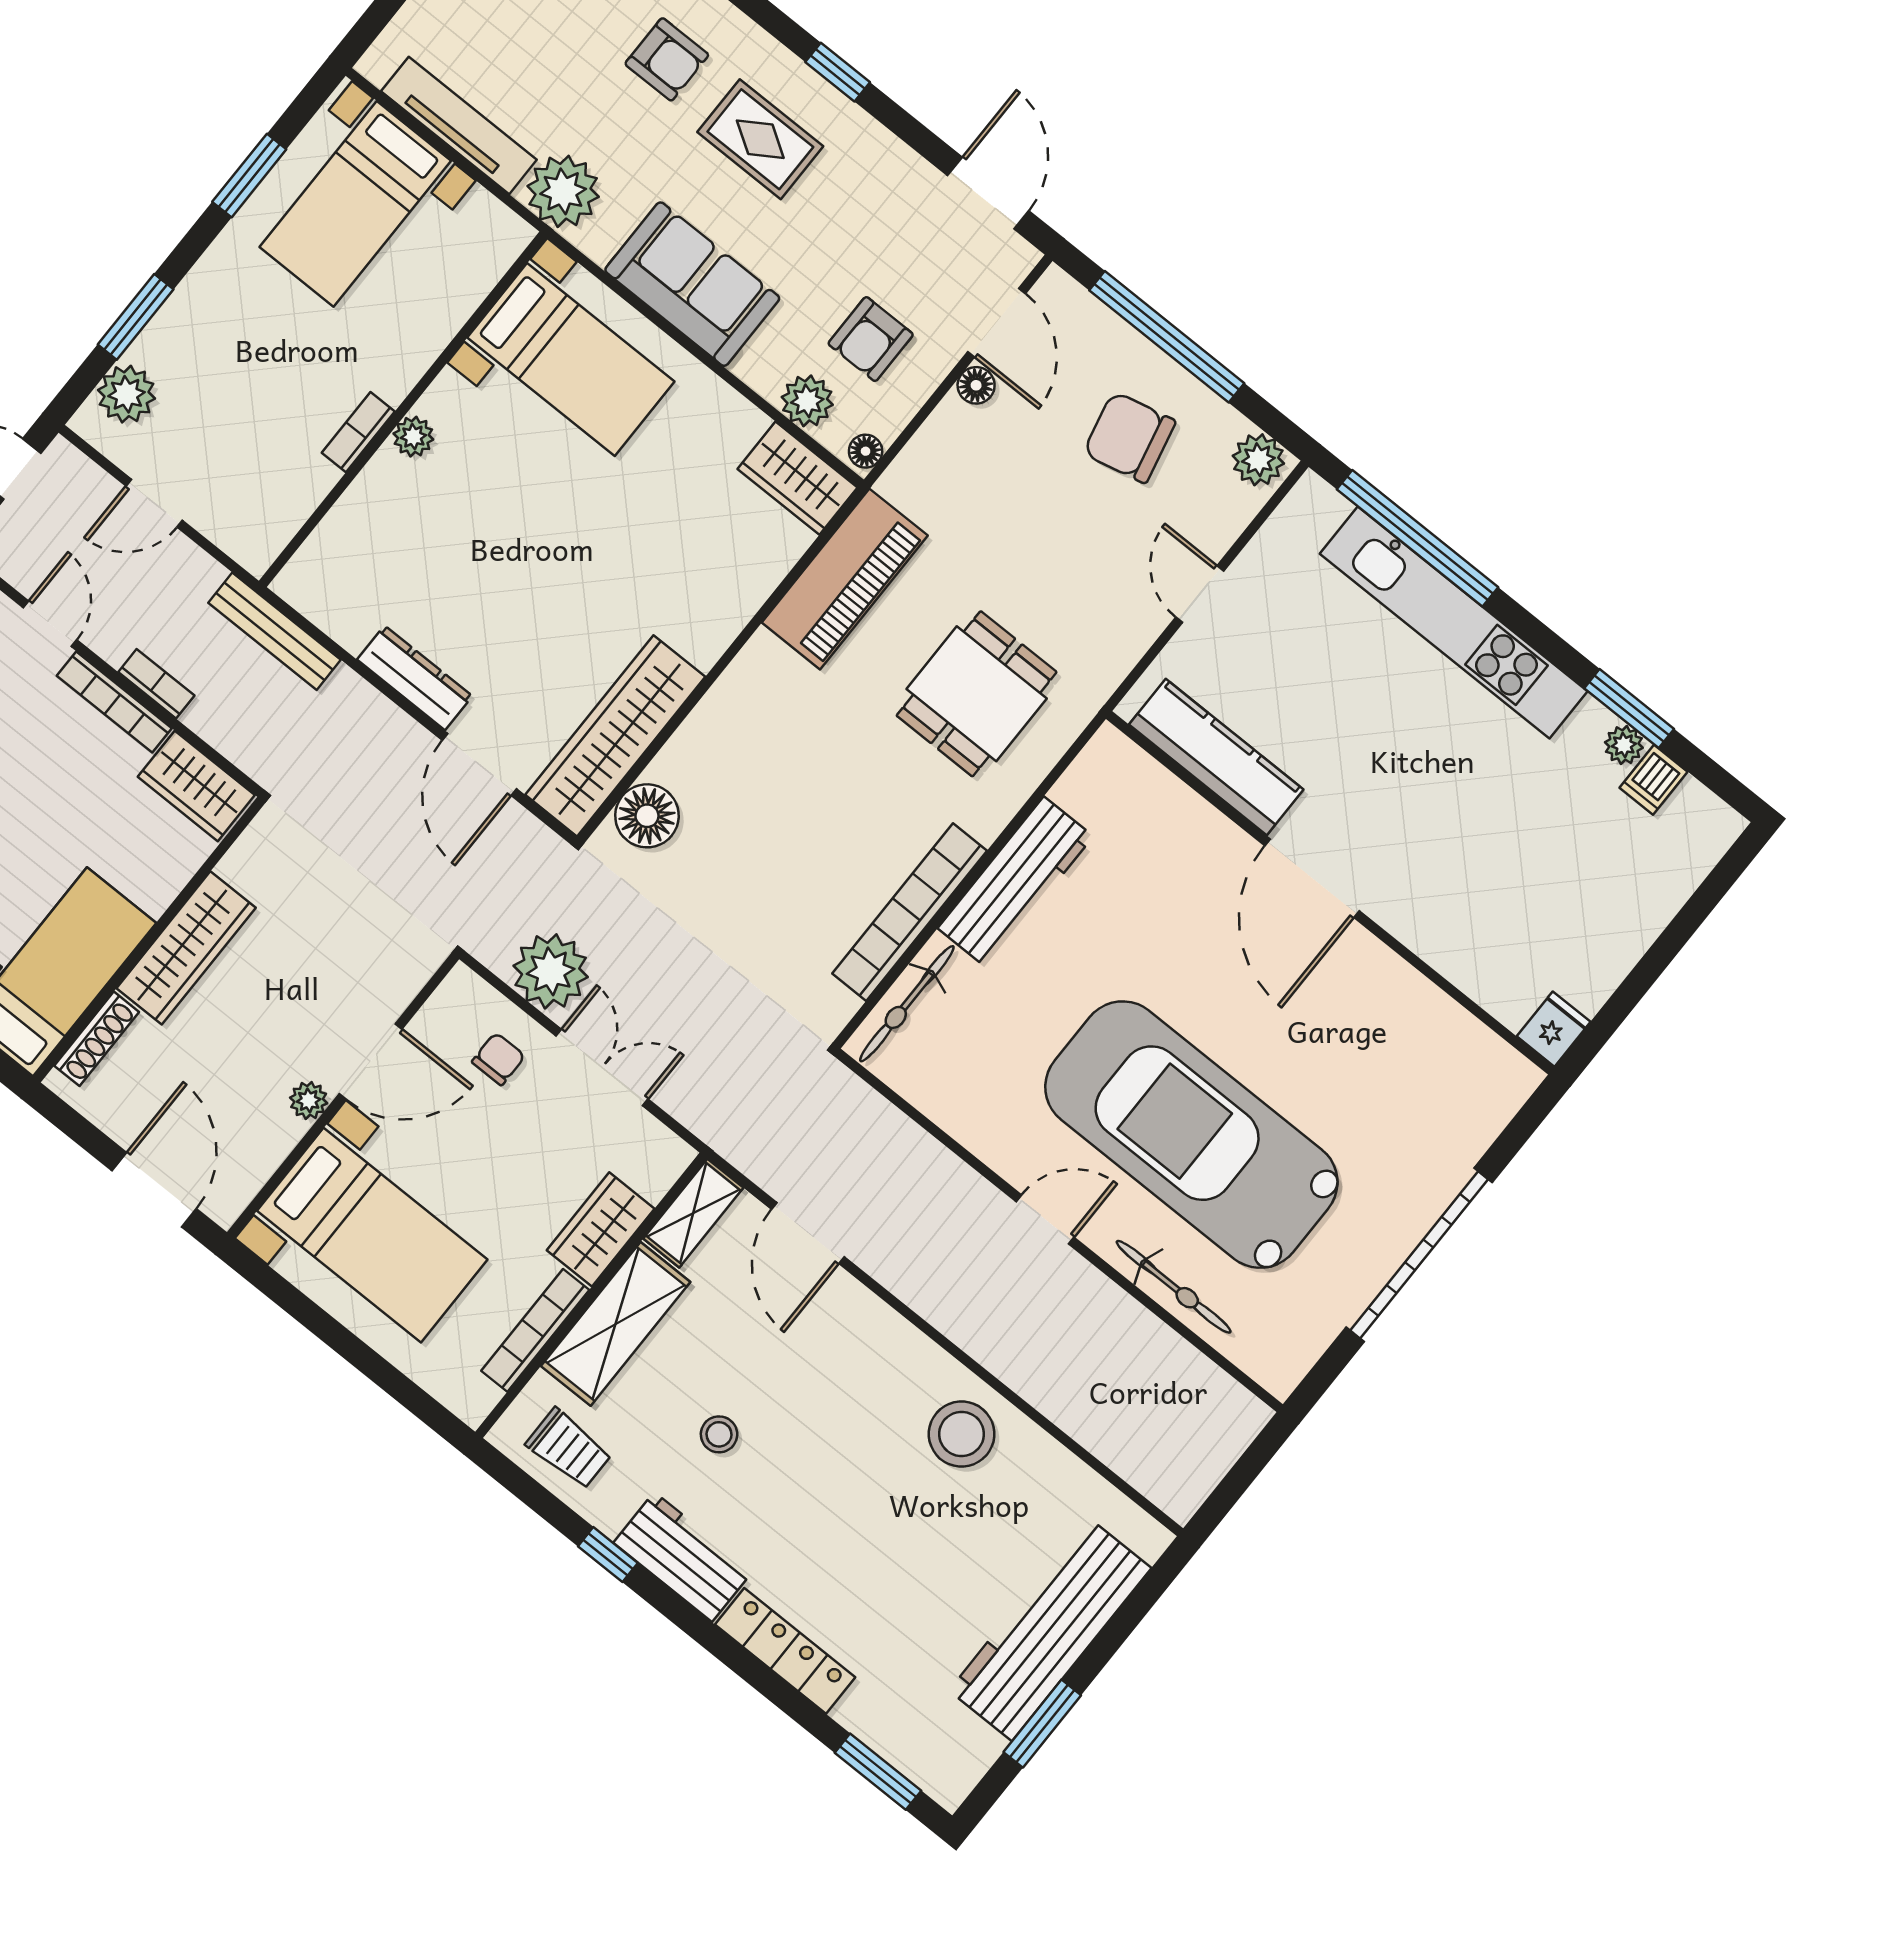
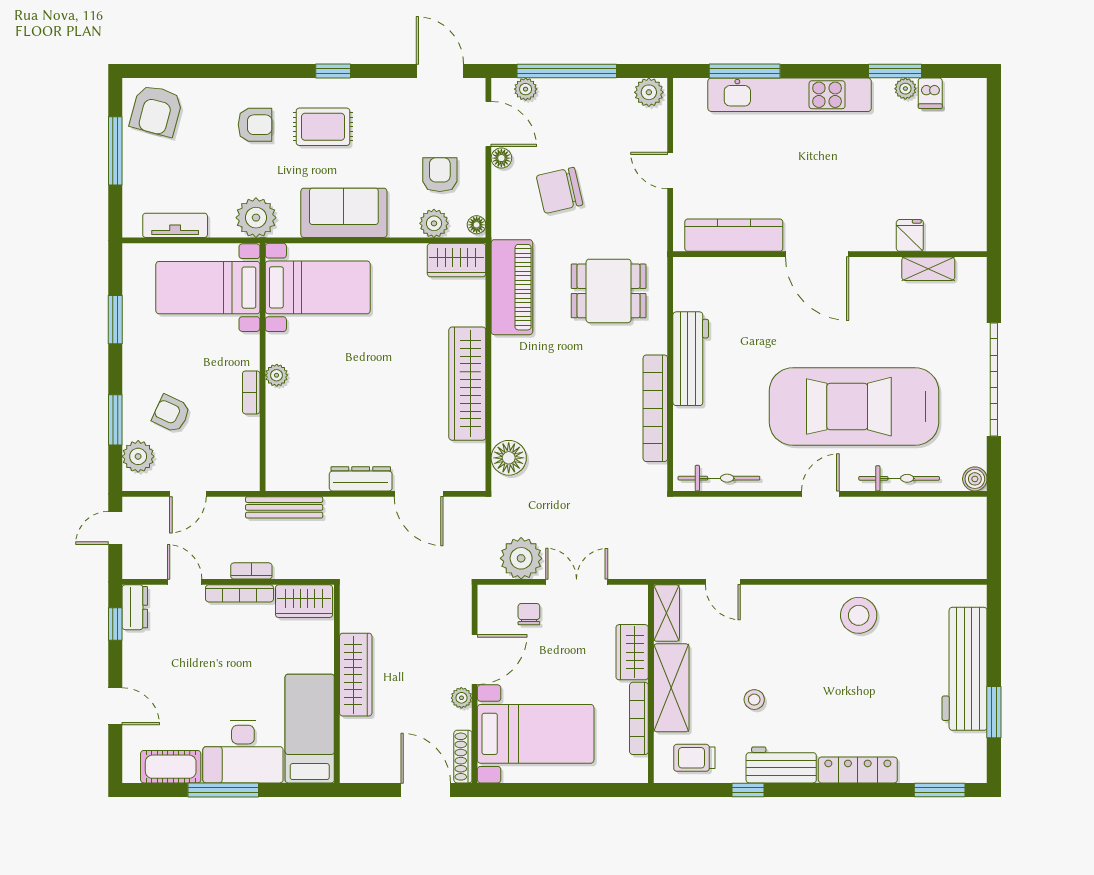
tv unit: (459, 126) -> (175, 225), width x0.71
bed with nightstands: (355, 204) -> (208, 288), moved, turned 90
plant: (1088, 316) -> (526, 89), added
armchair: (871, 339) -> (440, 175), turned 180
armchair: (222, 371) -> (171, 414), added
chair: (1129, 437) -> (560, 190), moved
window: (1417, 538) -> (745, 71), width x0.68
dining table: (977, 694) -> (609, 291), turned 90
wardrobe: (615, 736) -> (467, 384), moved
bicycle: (907, 1004) -> (719, 478), moved, turned -90
shelving: (1452, 1025) -> (928, 269), added
fridge: (1554, 1029) -> (910, 235), moved
shoe rack: (97, 1039) -> (463, 757), moved, turned 180
door: (808, 1233) -> (723, 582), width x0.73
boiler: (1280, 1373) -> (975, 479), added
trolley: (569, 1449) -> (694, 758), turned 180

